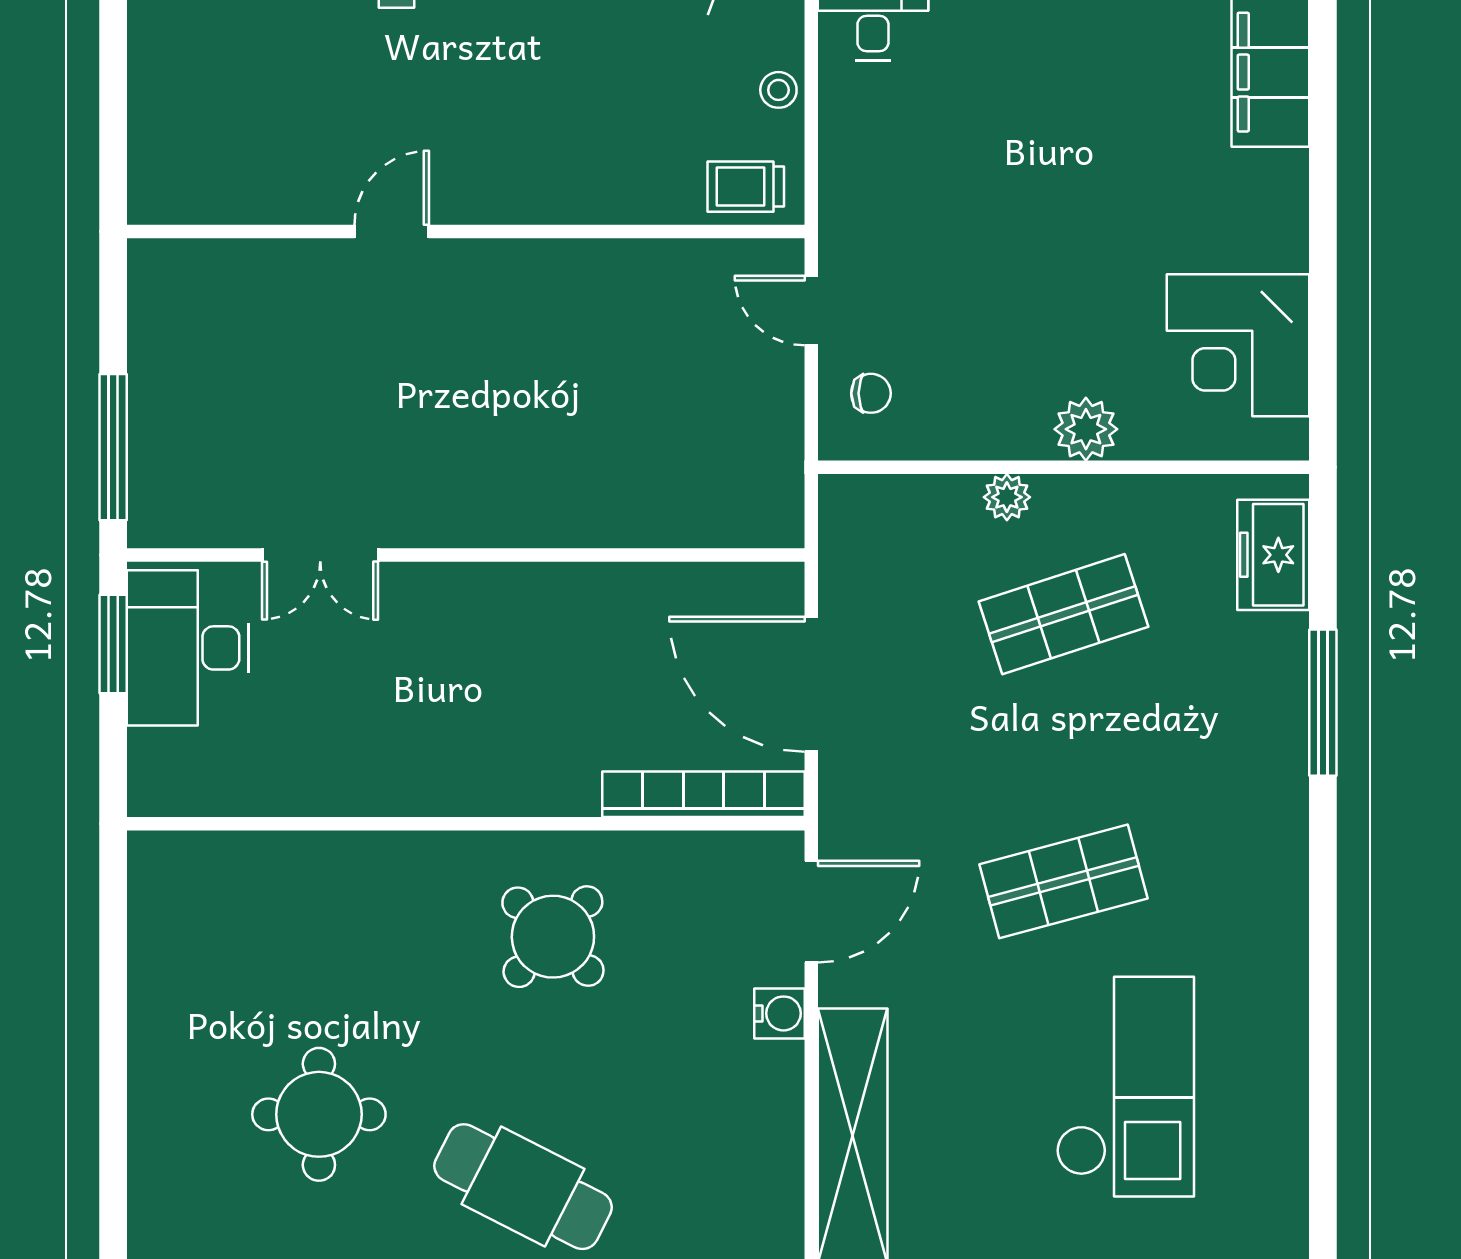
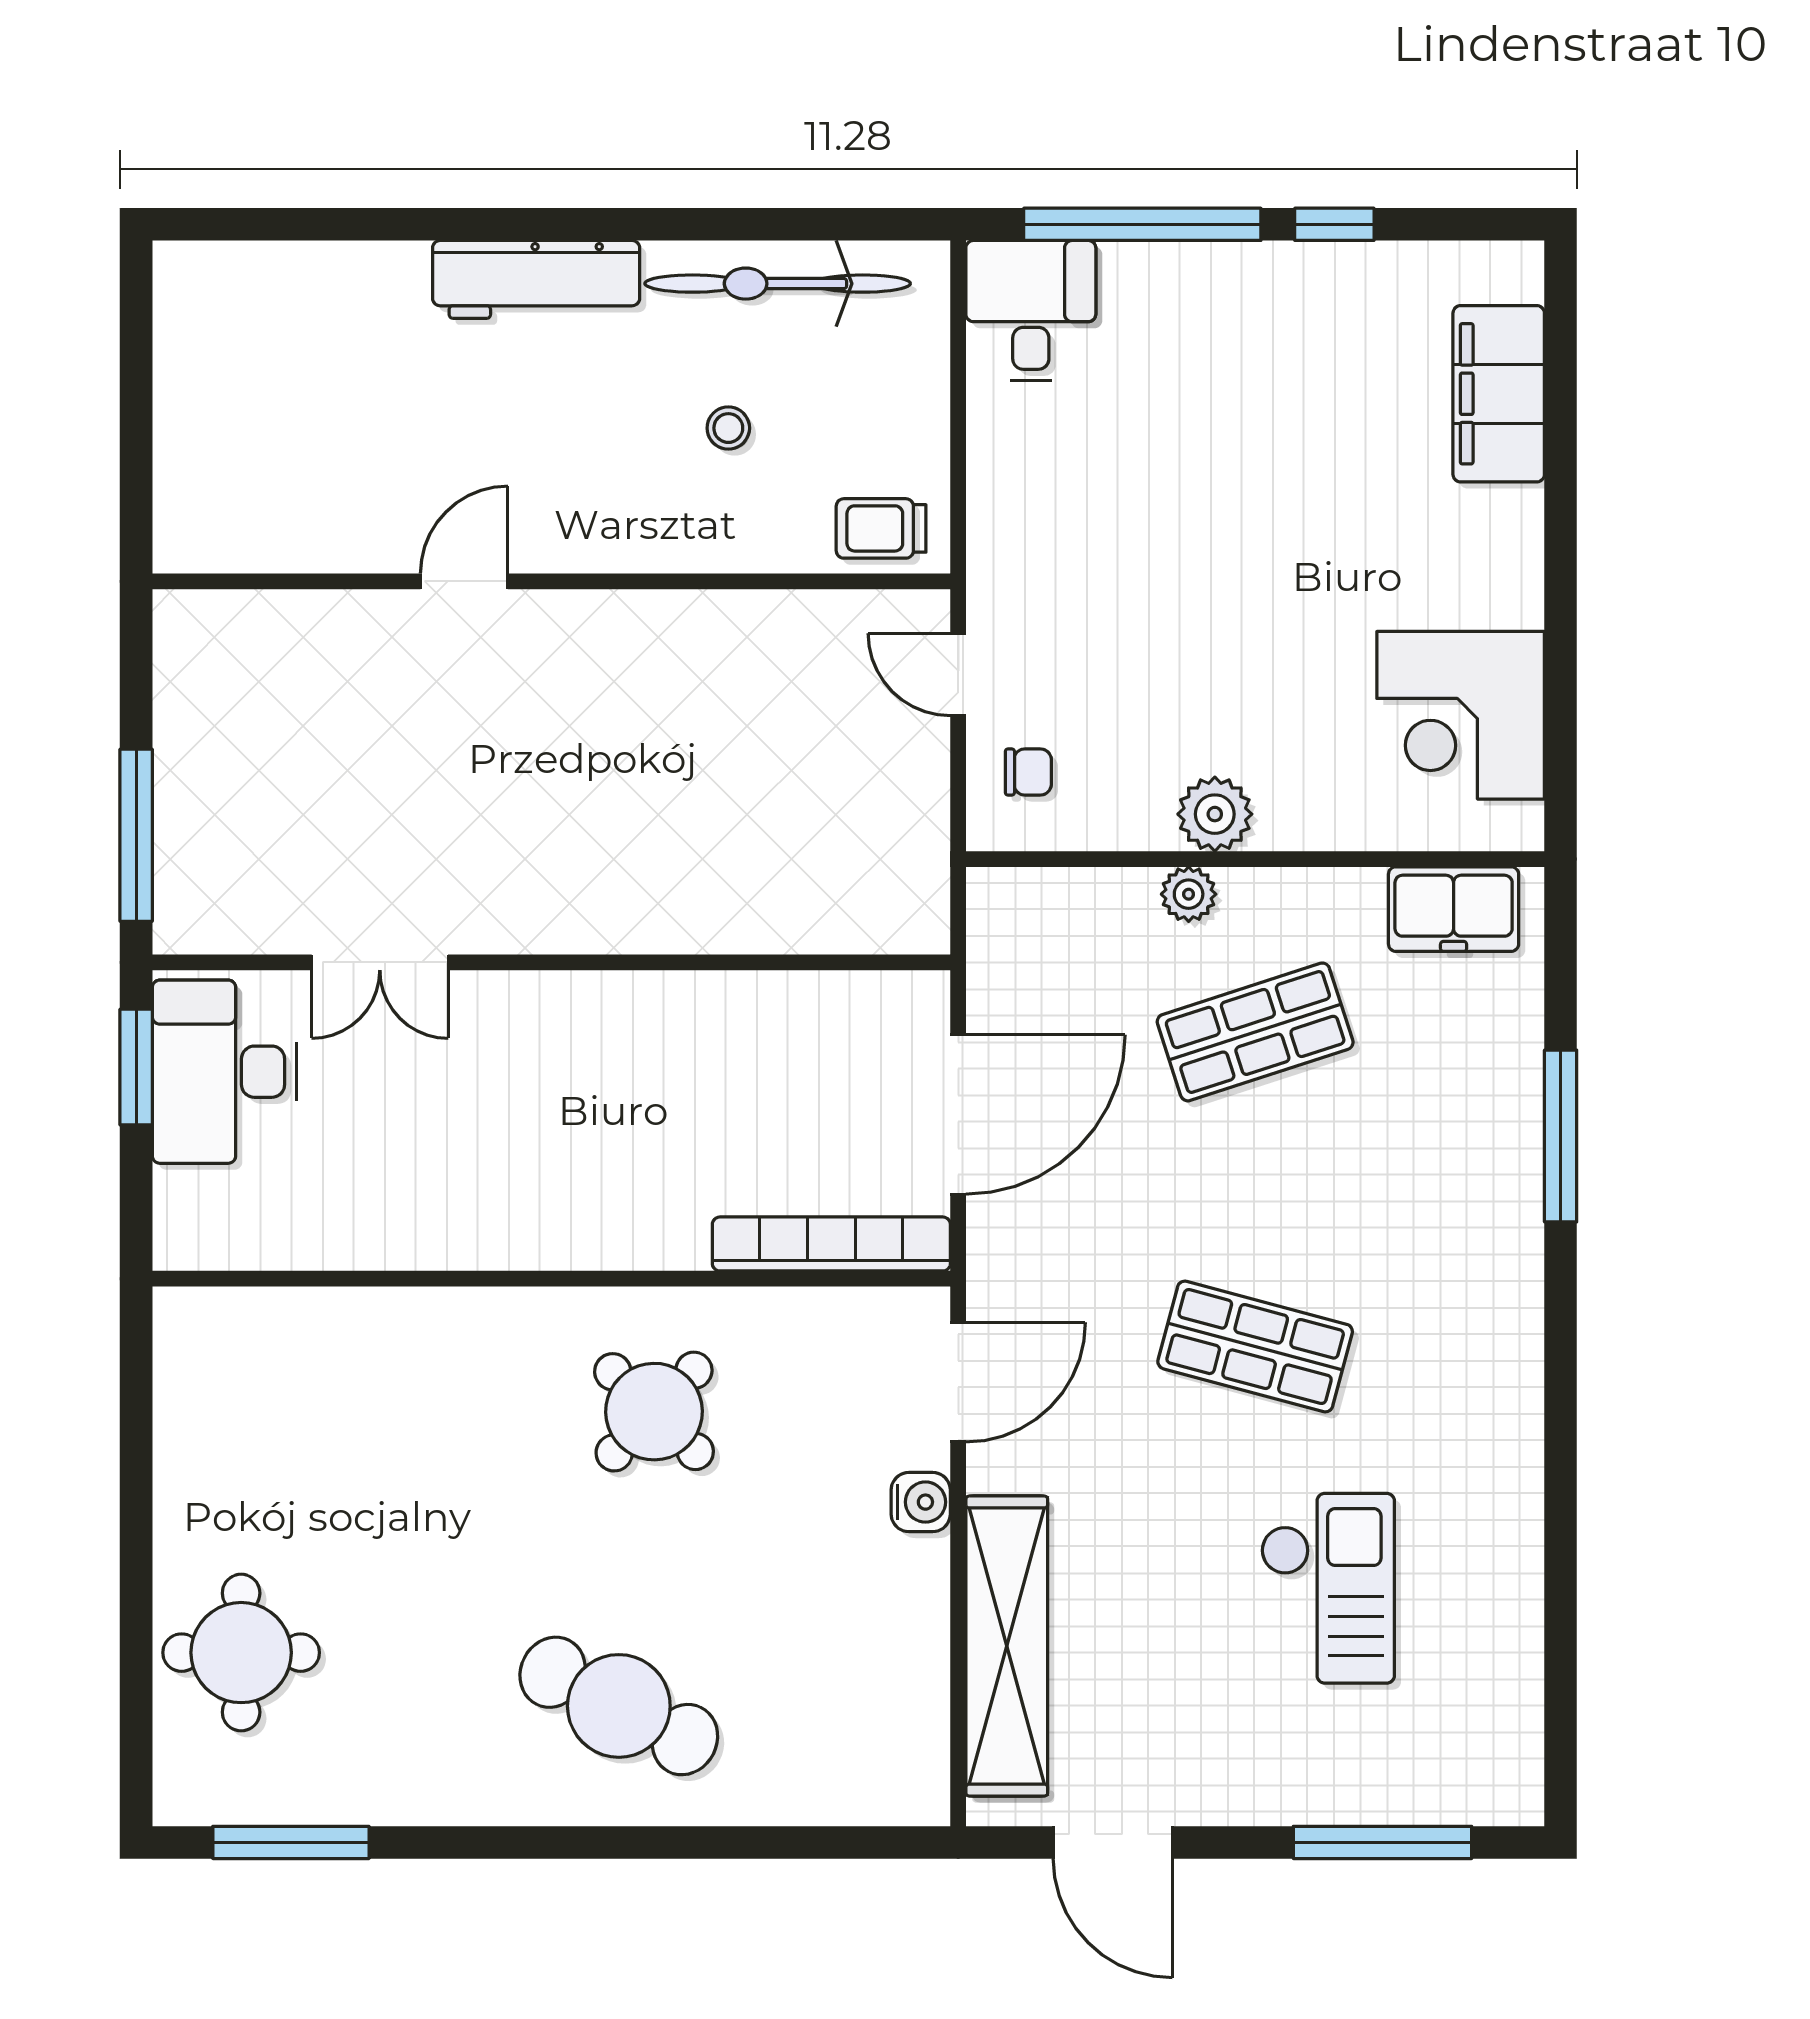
stool: (778, 90) -> (728, 428), moved
plant: (1086, 429) -> (1215, 814), moved
freezer: (1273, 555) -> (1454, 909), moved, turned -90
door: (811, 684) -> (958, 1115), swing flipped
shop shelf: (1063, 881) -> (1255, 1347), turned 30
checkout: (1125, 1087) -> (1328, 1588), width x0.73, depth x0.83
round table: (319, 1114) -> (241, 1653), moved

